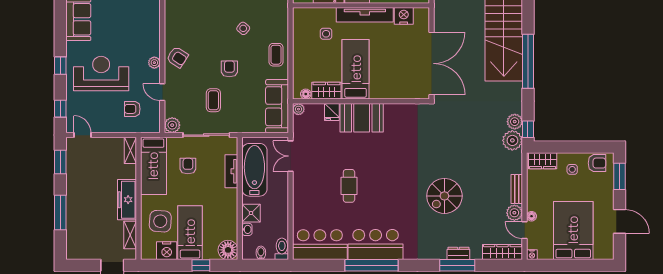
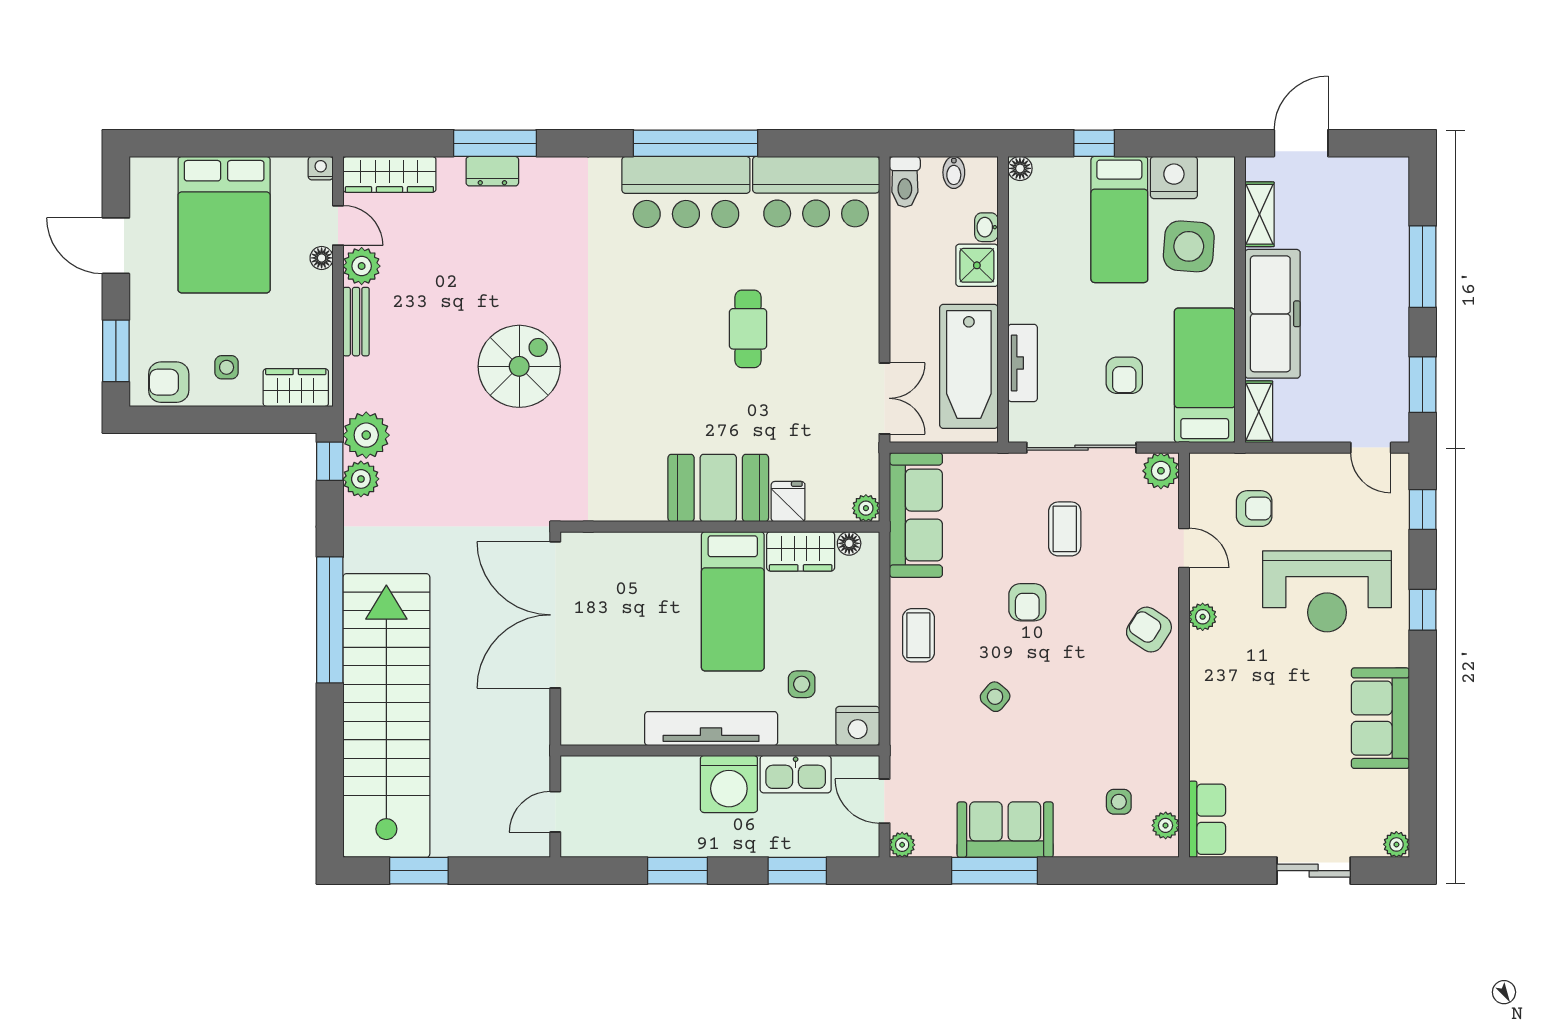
nightstand: (404, 16) -> (858, 726), moved
spiral stairs: (444, 196) -> (519, 366), moved
freezer: (127, 200) -> (1273, 314), width x1.36, depth x1.26
floor lamp: (228, 250) -> (1020, 168), width x0.53, depth x0.53

